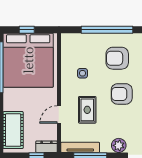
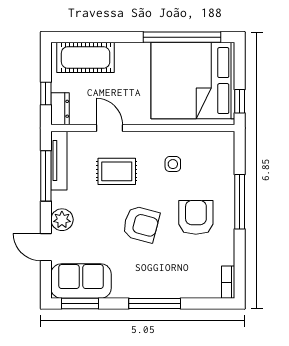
window: (27, 30) -> (240, 101), moved
window: (107, 30) -> (240, 202), width x0.68
armchair: (122, 94) -> (141, 224), turned 105

